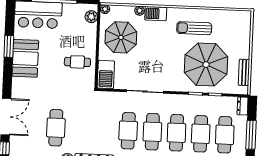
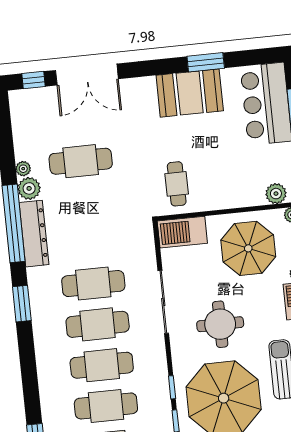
round table: (163, 60) -> (220, 324), added
cafe table: (77, 62) -> (177, 184), moved

